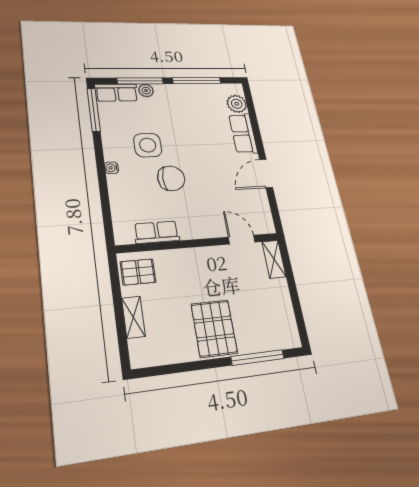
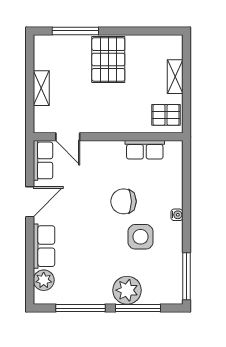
plant: (146, 91) -> (127, 290), width x1.87, depth x1.87
row of seats: (117, 93) -> (43, 160), moved, turned 90
shelving: (274, 259) -> (41, 88), moved

